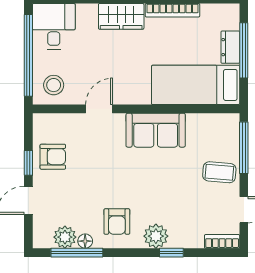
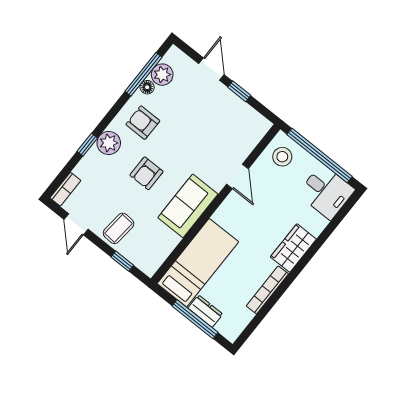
window: (244, 148) -> (122, 261), width x0.46
armchair: (53, 157) -> (146, 173), moved

